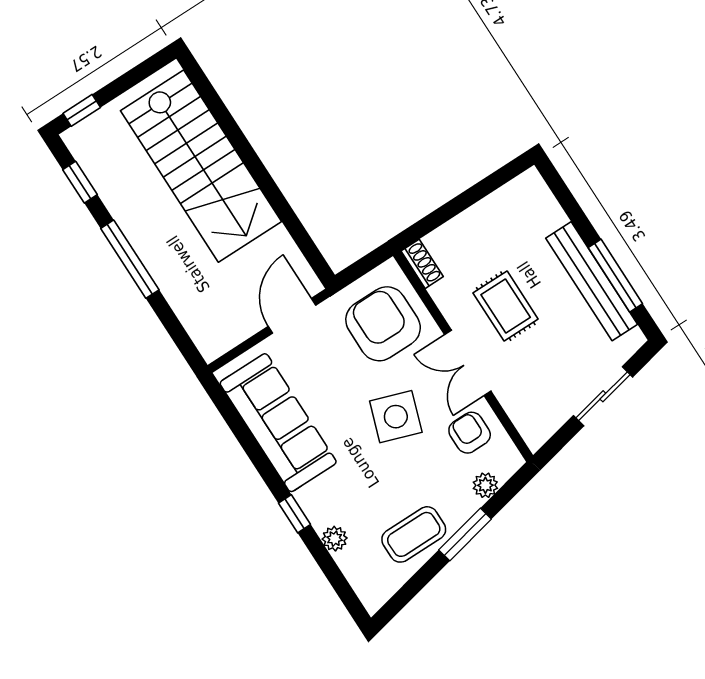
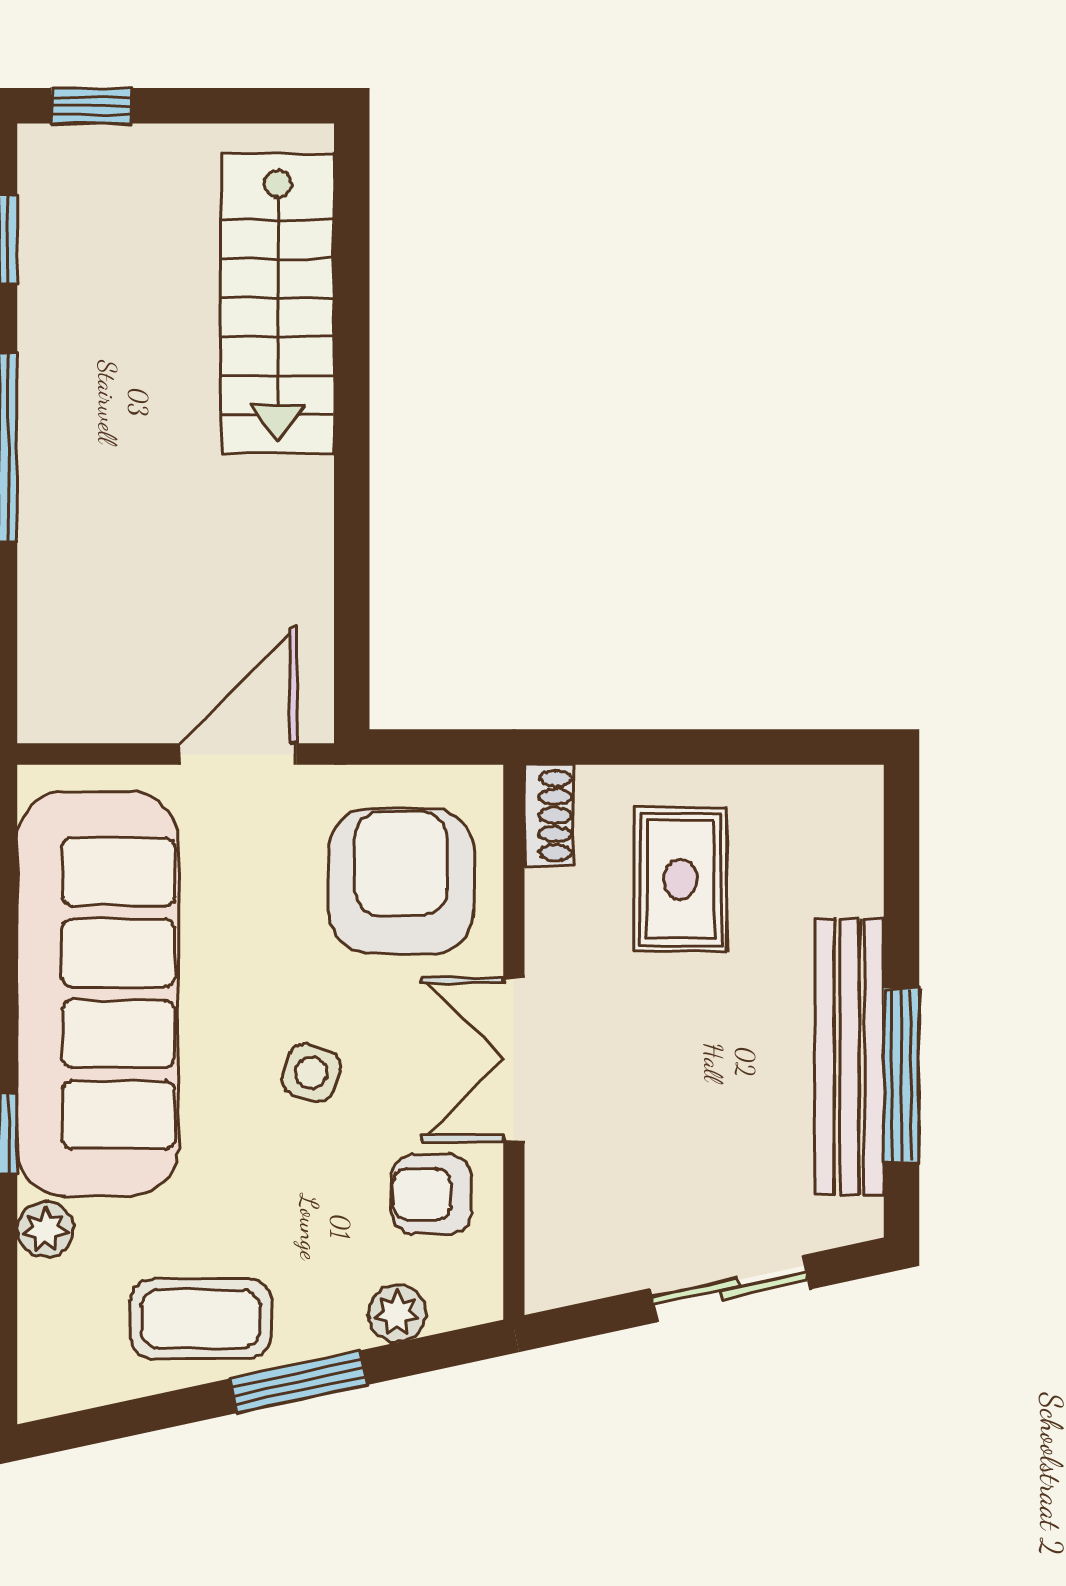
stairs: (201, 166) -> (278, 304), width x0.73, depth x0.66
rug: (506, 306) -> (680, 880), moved
side table: (396, 417) -> (311, 1073), width x0.54, depth x0.54
sofa: (278, 423) -> (98, 993), width x1.36, depth x1.27
armchair: (470, 433) -> (432, 1194), turned -90

